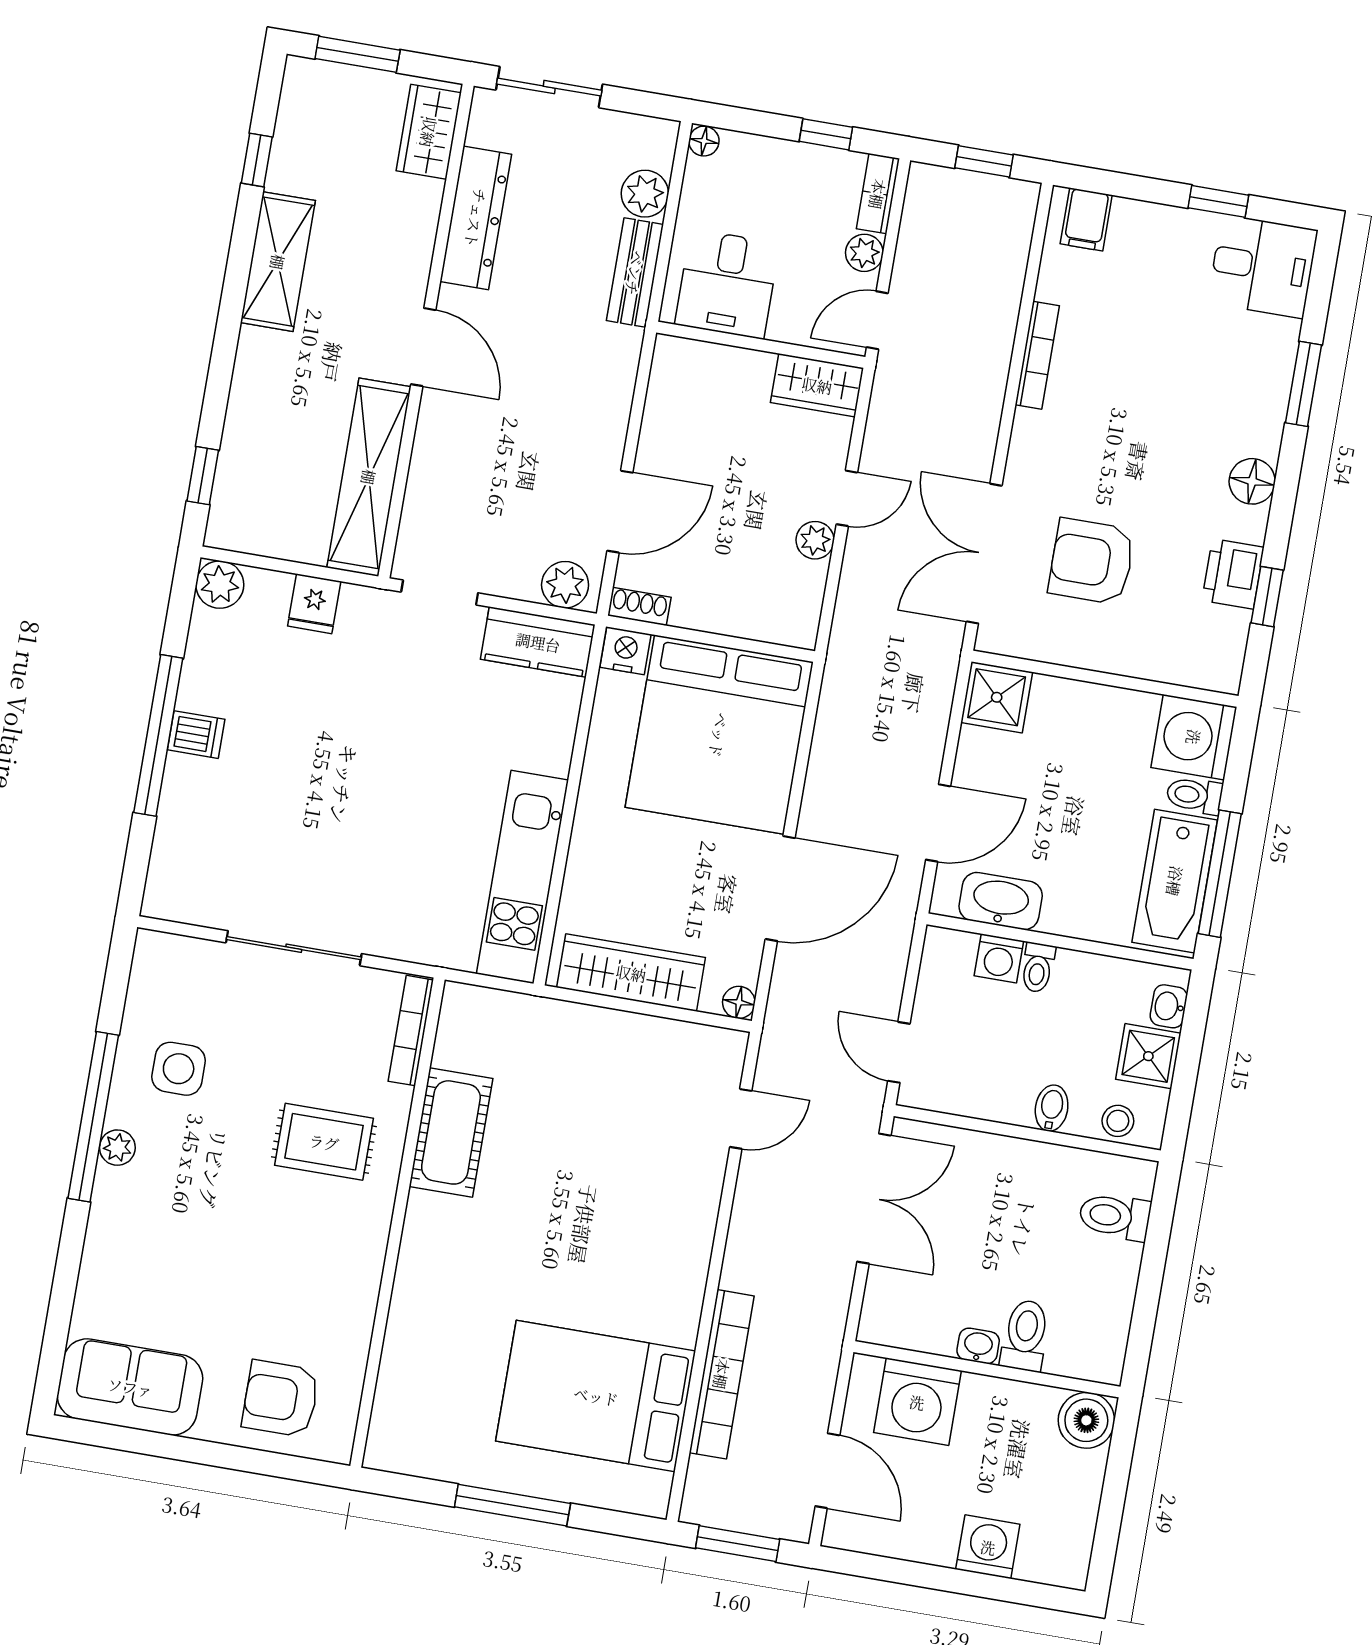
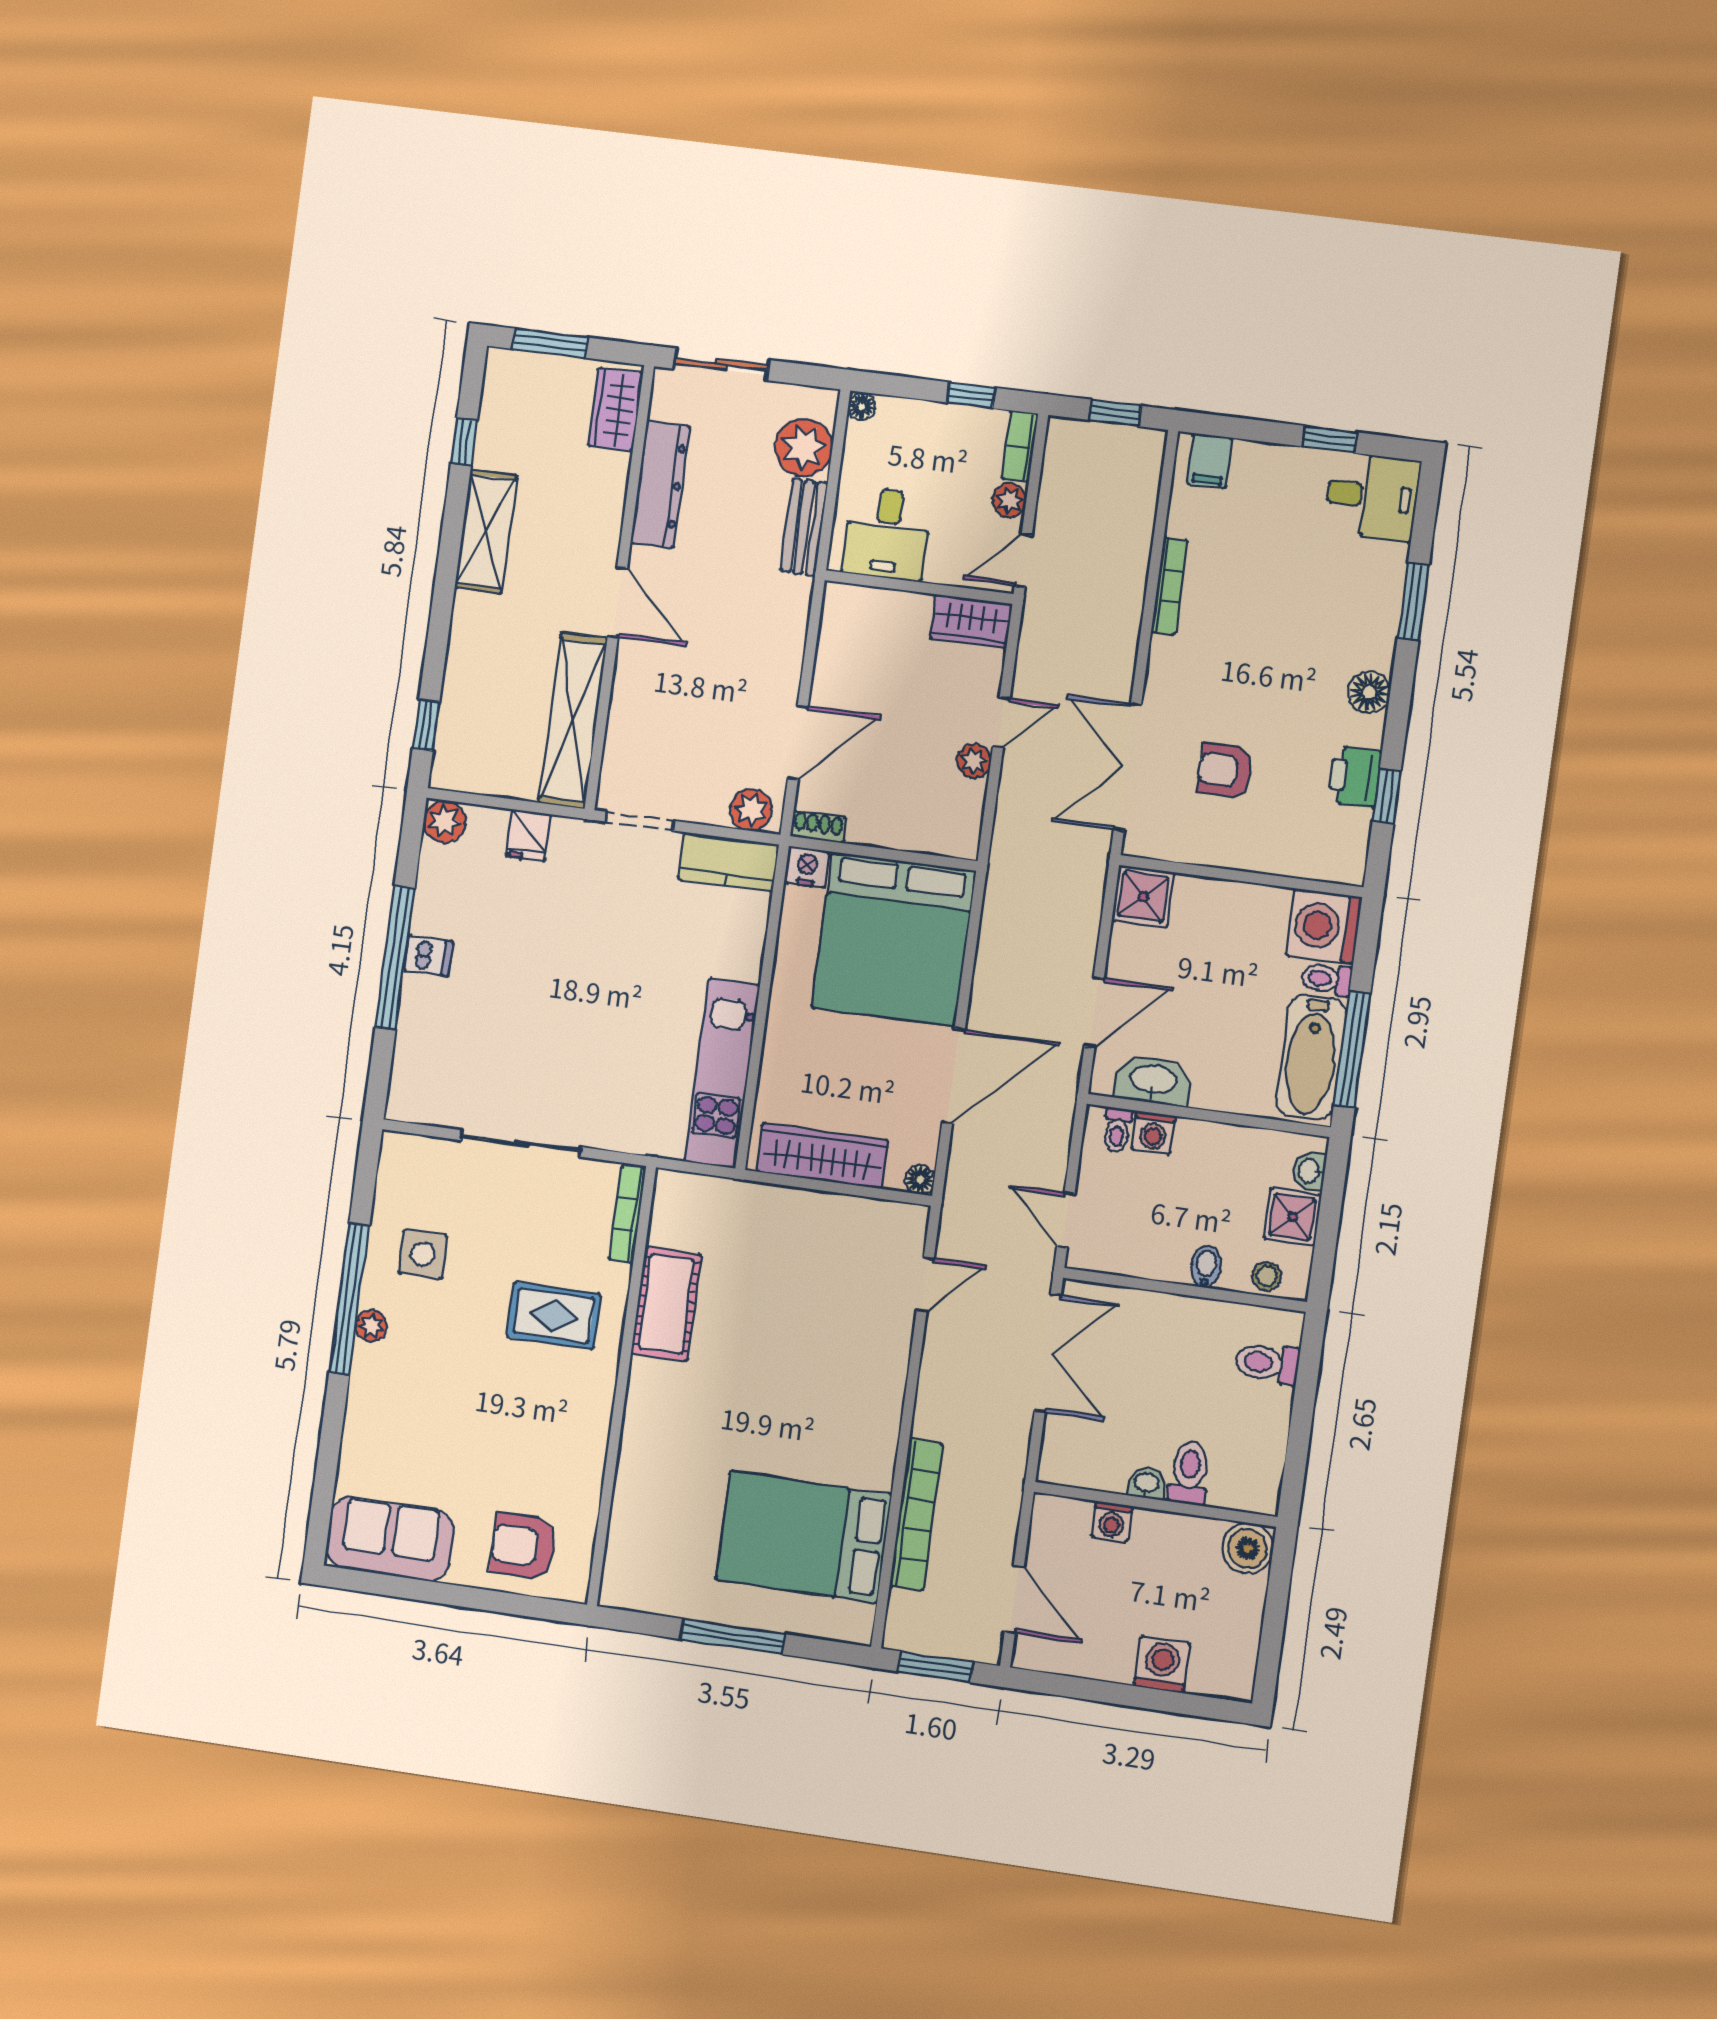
plant: (645, 194) -> (804, 447), width x1.36, depth x1.36
armchair: (1092, 561) -> (1225, 770), width x0.72, depth x0.72
toilet: (1038, 968) -> (1117, 1130), moved
washing machine: (917, 1402) -> (1112, 1521), width x0.53, depth x0.53

